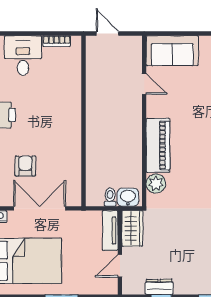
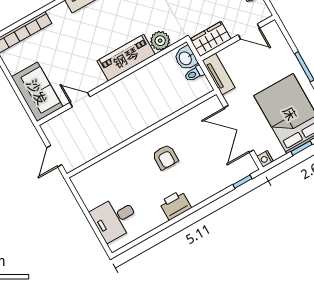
bookcase: (57, 41) -> (86, 196), removed
door: (144, 84) -> (80, 100), hinge flipped
armchair: (25, 166) -> (165, 157), moved, turned -90
tv unit: (110, 230) -> (219, 74), moved, turned -90

